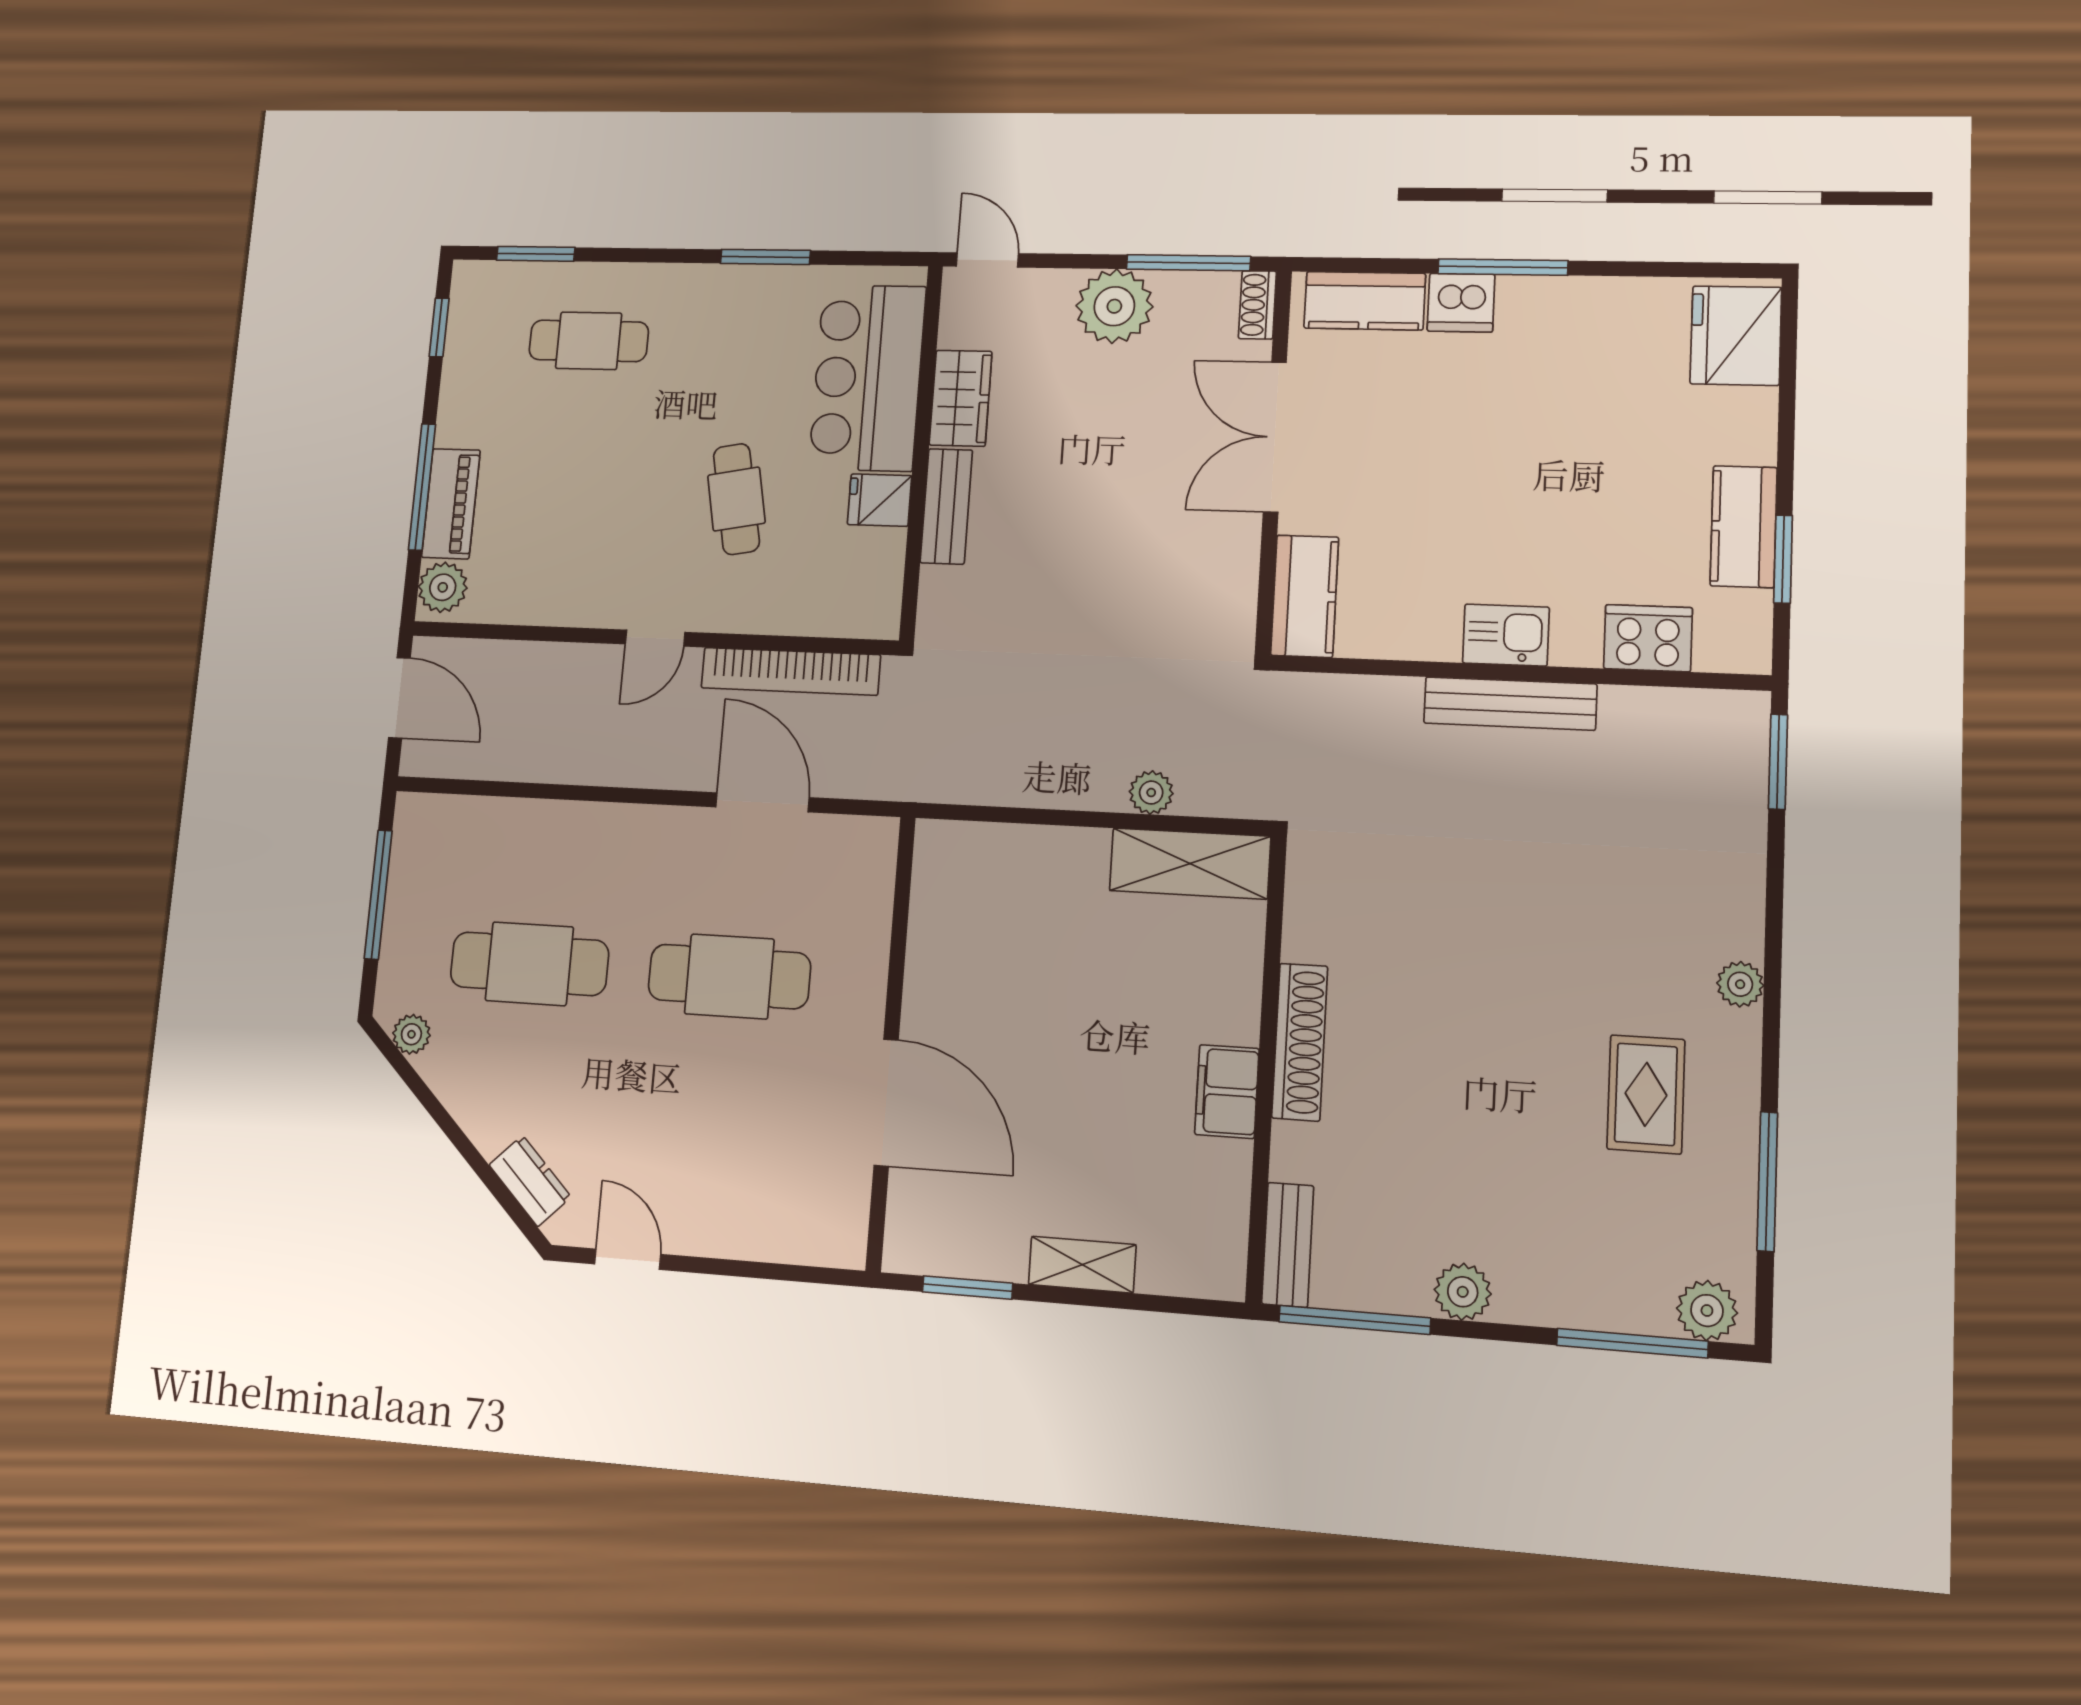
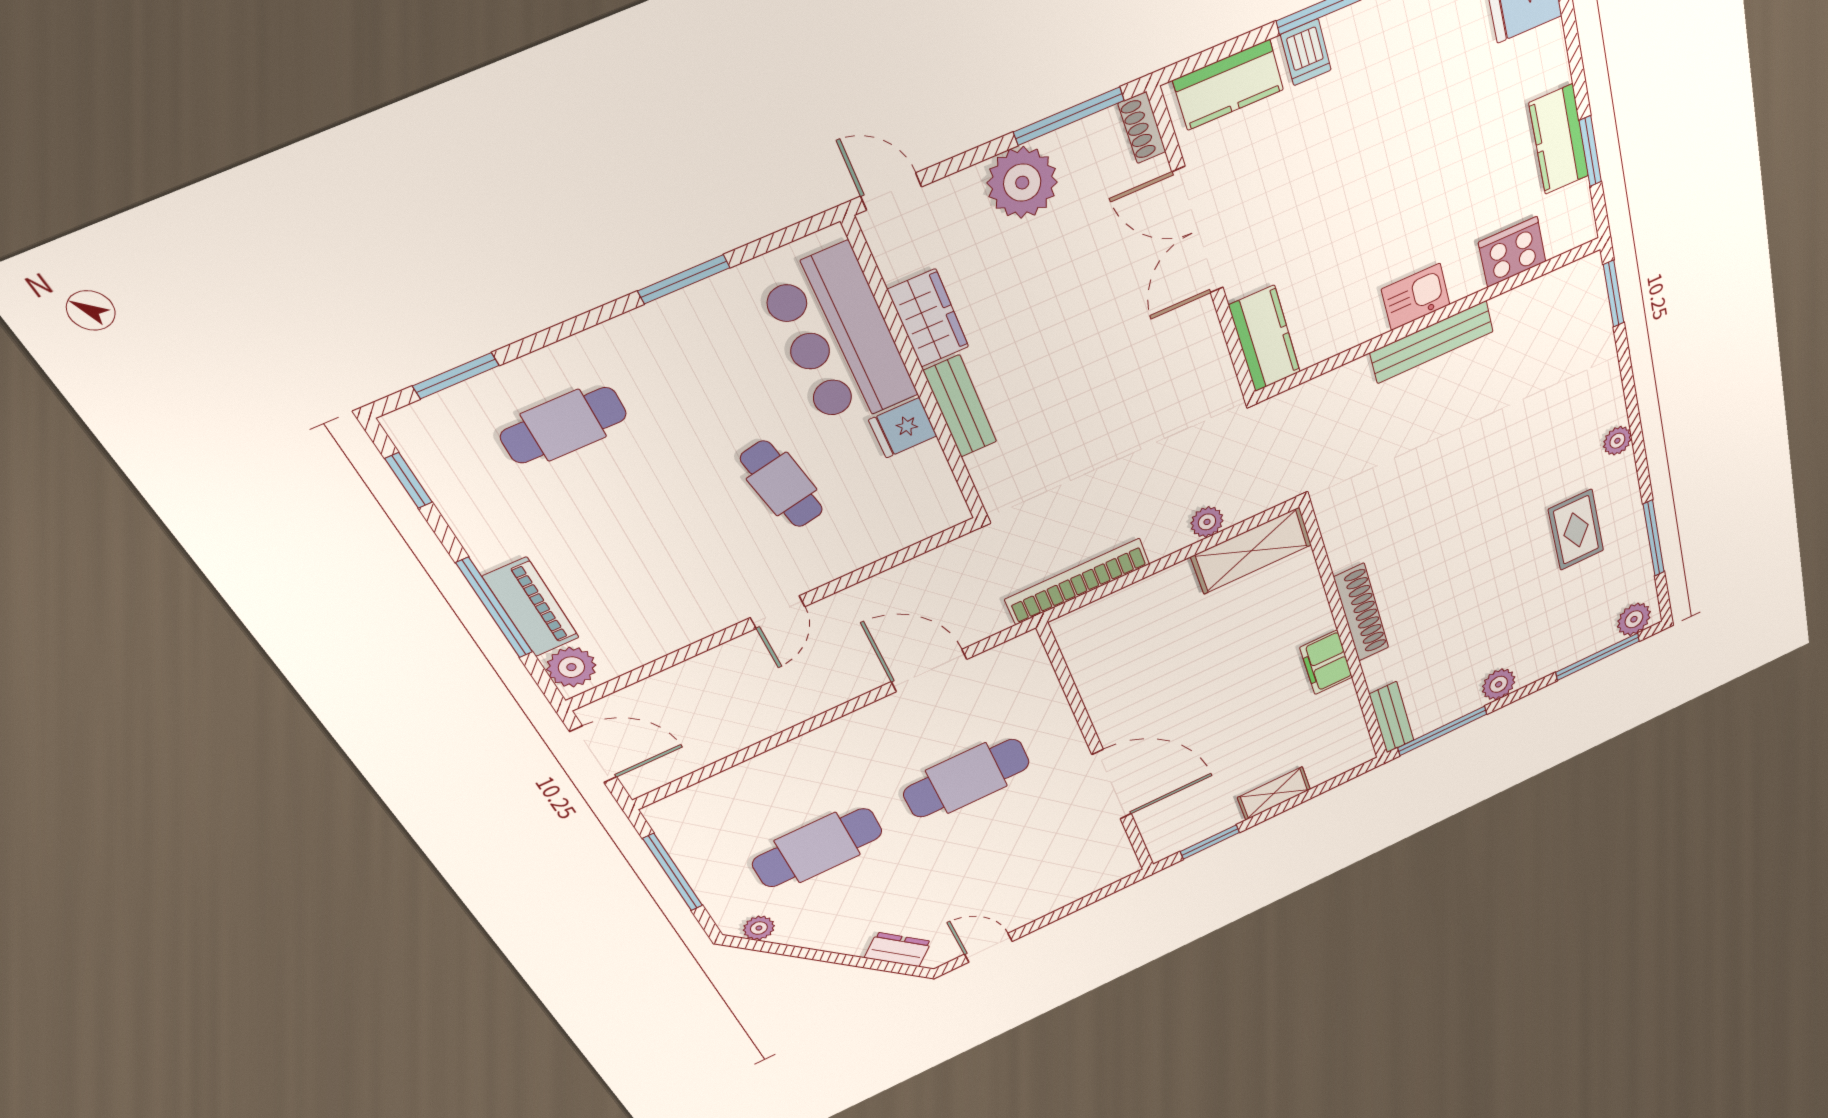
dishwasher: (1461, 303) -> (1306, 52), width x0.73
bookcase: (791, 671) -> (1077, 582), moved, turned 180

